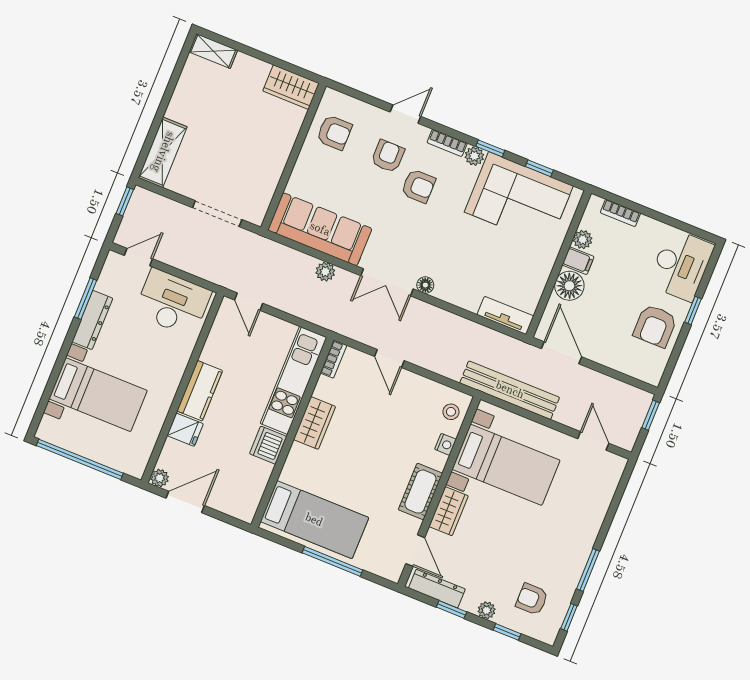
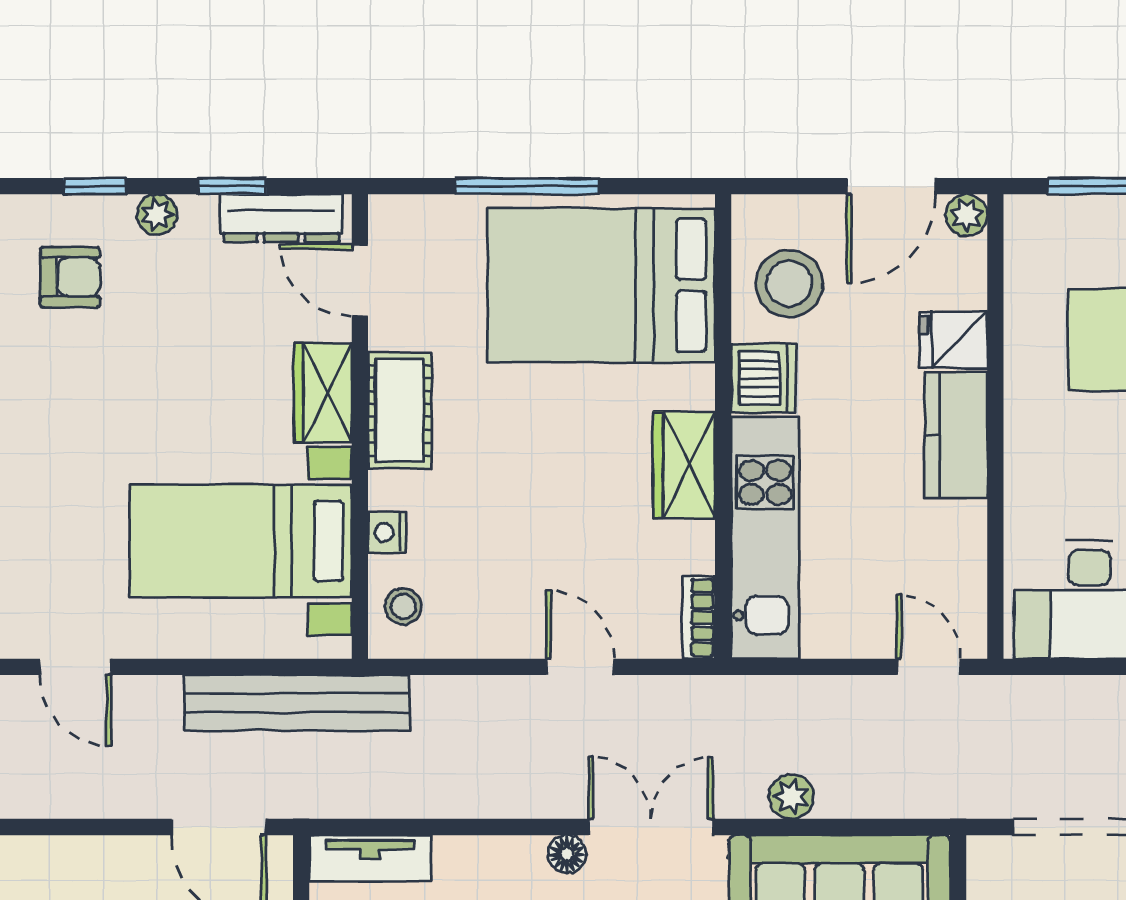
stool: (242, 479) -> (789, 284), added
bed: (314, 520) -> (601, 285), width x1.50

